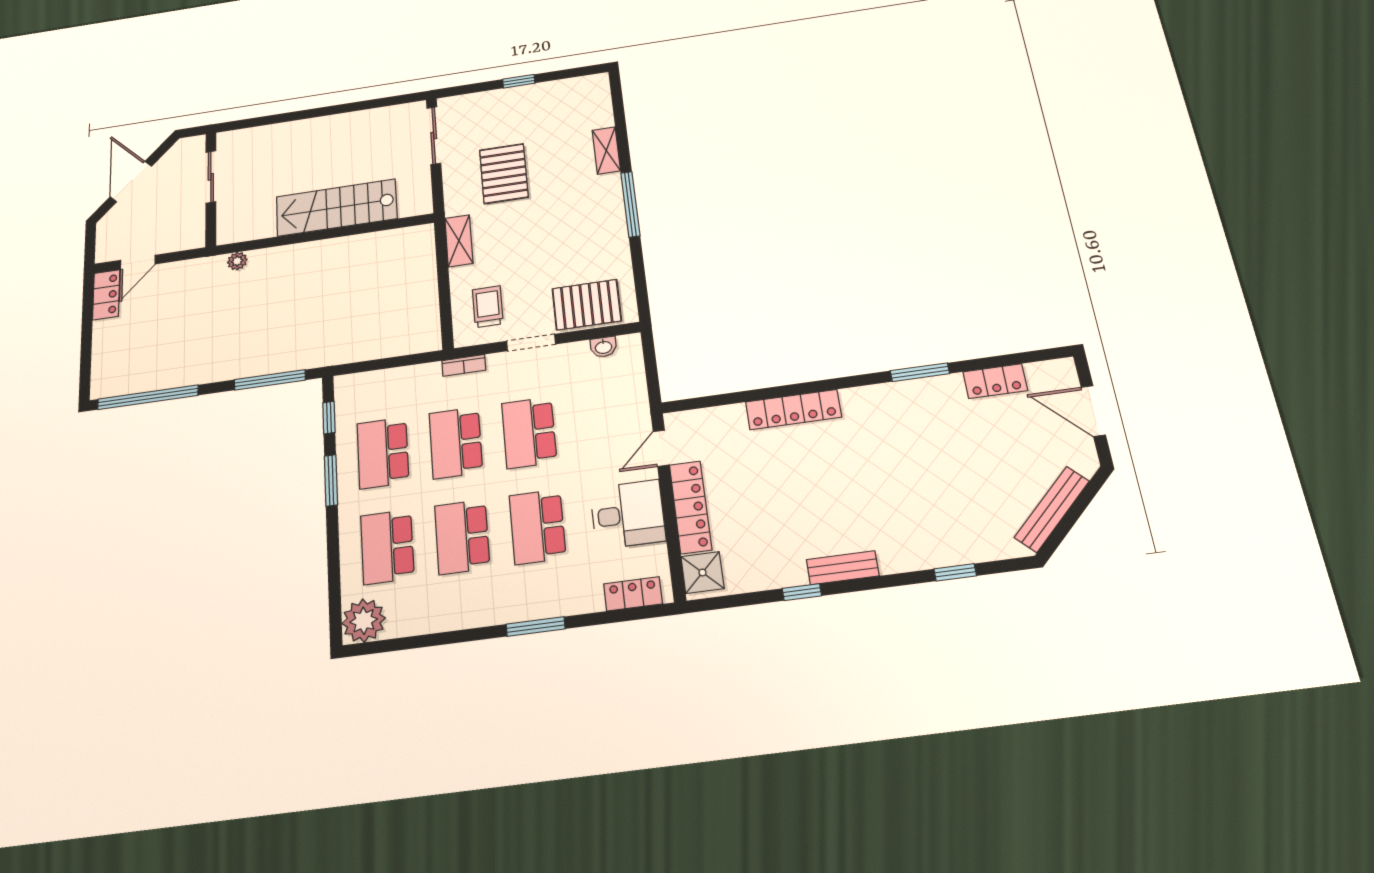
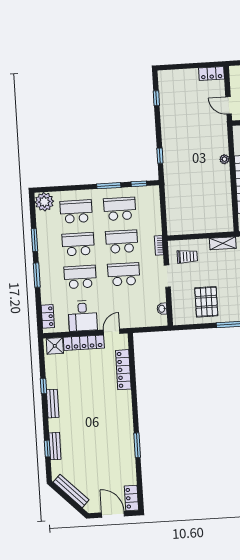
plant: (237, 261) -> (224, 159), moved
door: (138, 262) -> (229, 105), moved
pallet: (587, 305) -> (206, 302), moved
window: (270, 380) -> (160, 156), width x0.46
locker: (995, 381) -> (131, 498), moved
window: (148, 397) -> (156, 98), width x0.32
locker: (793, 410) -> (123, 370), moved
door: (1093, 411) -> (113, 514), hinge flipped
door: (661, 448) -> (112, 332), hinge flipped
bench: (947, 555) -> (55, 446), added
window: (453, 637) -> (35, 240), added

